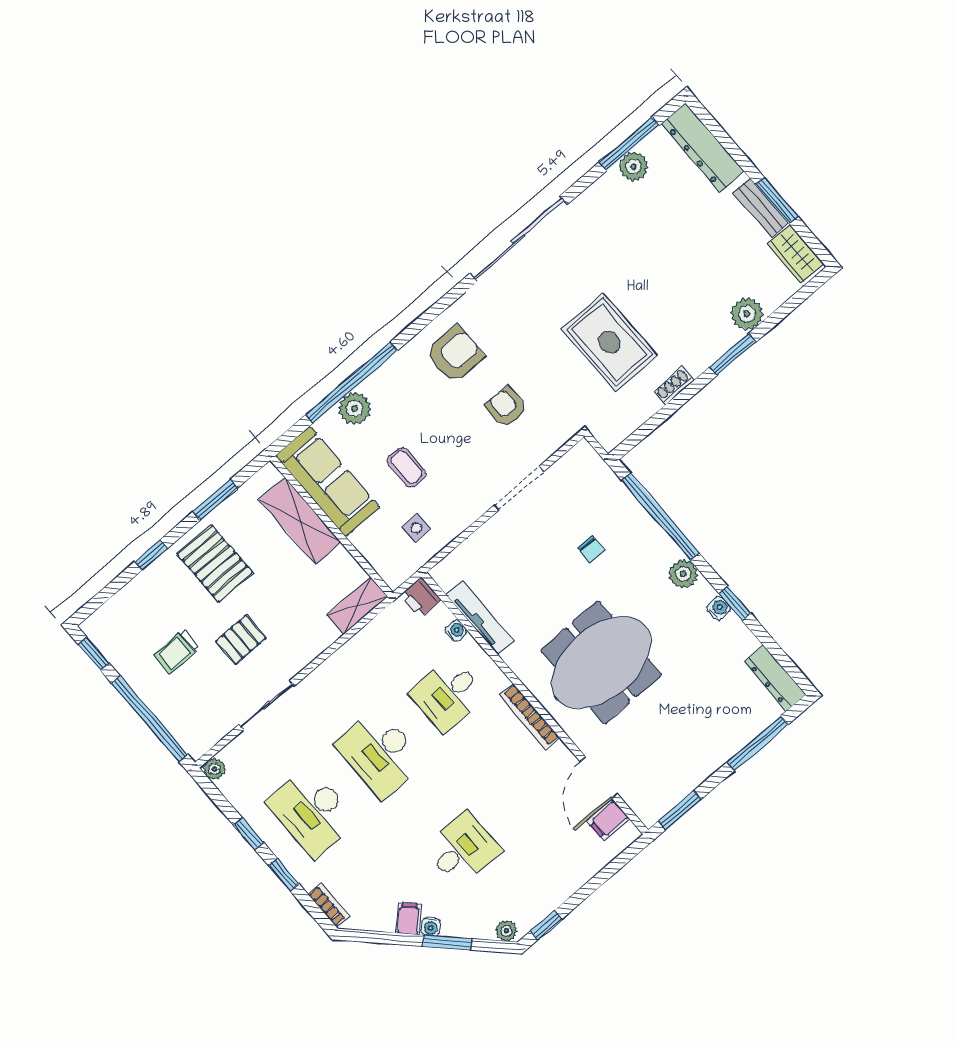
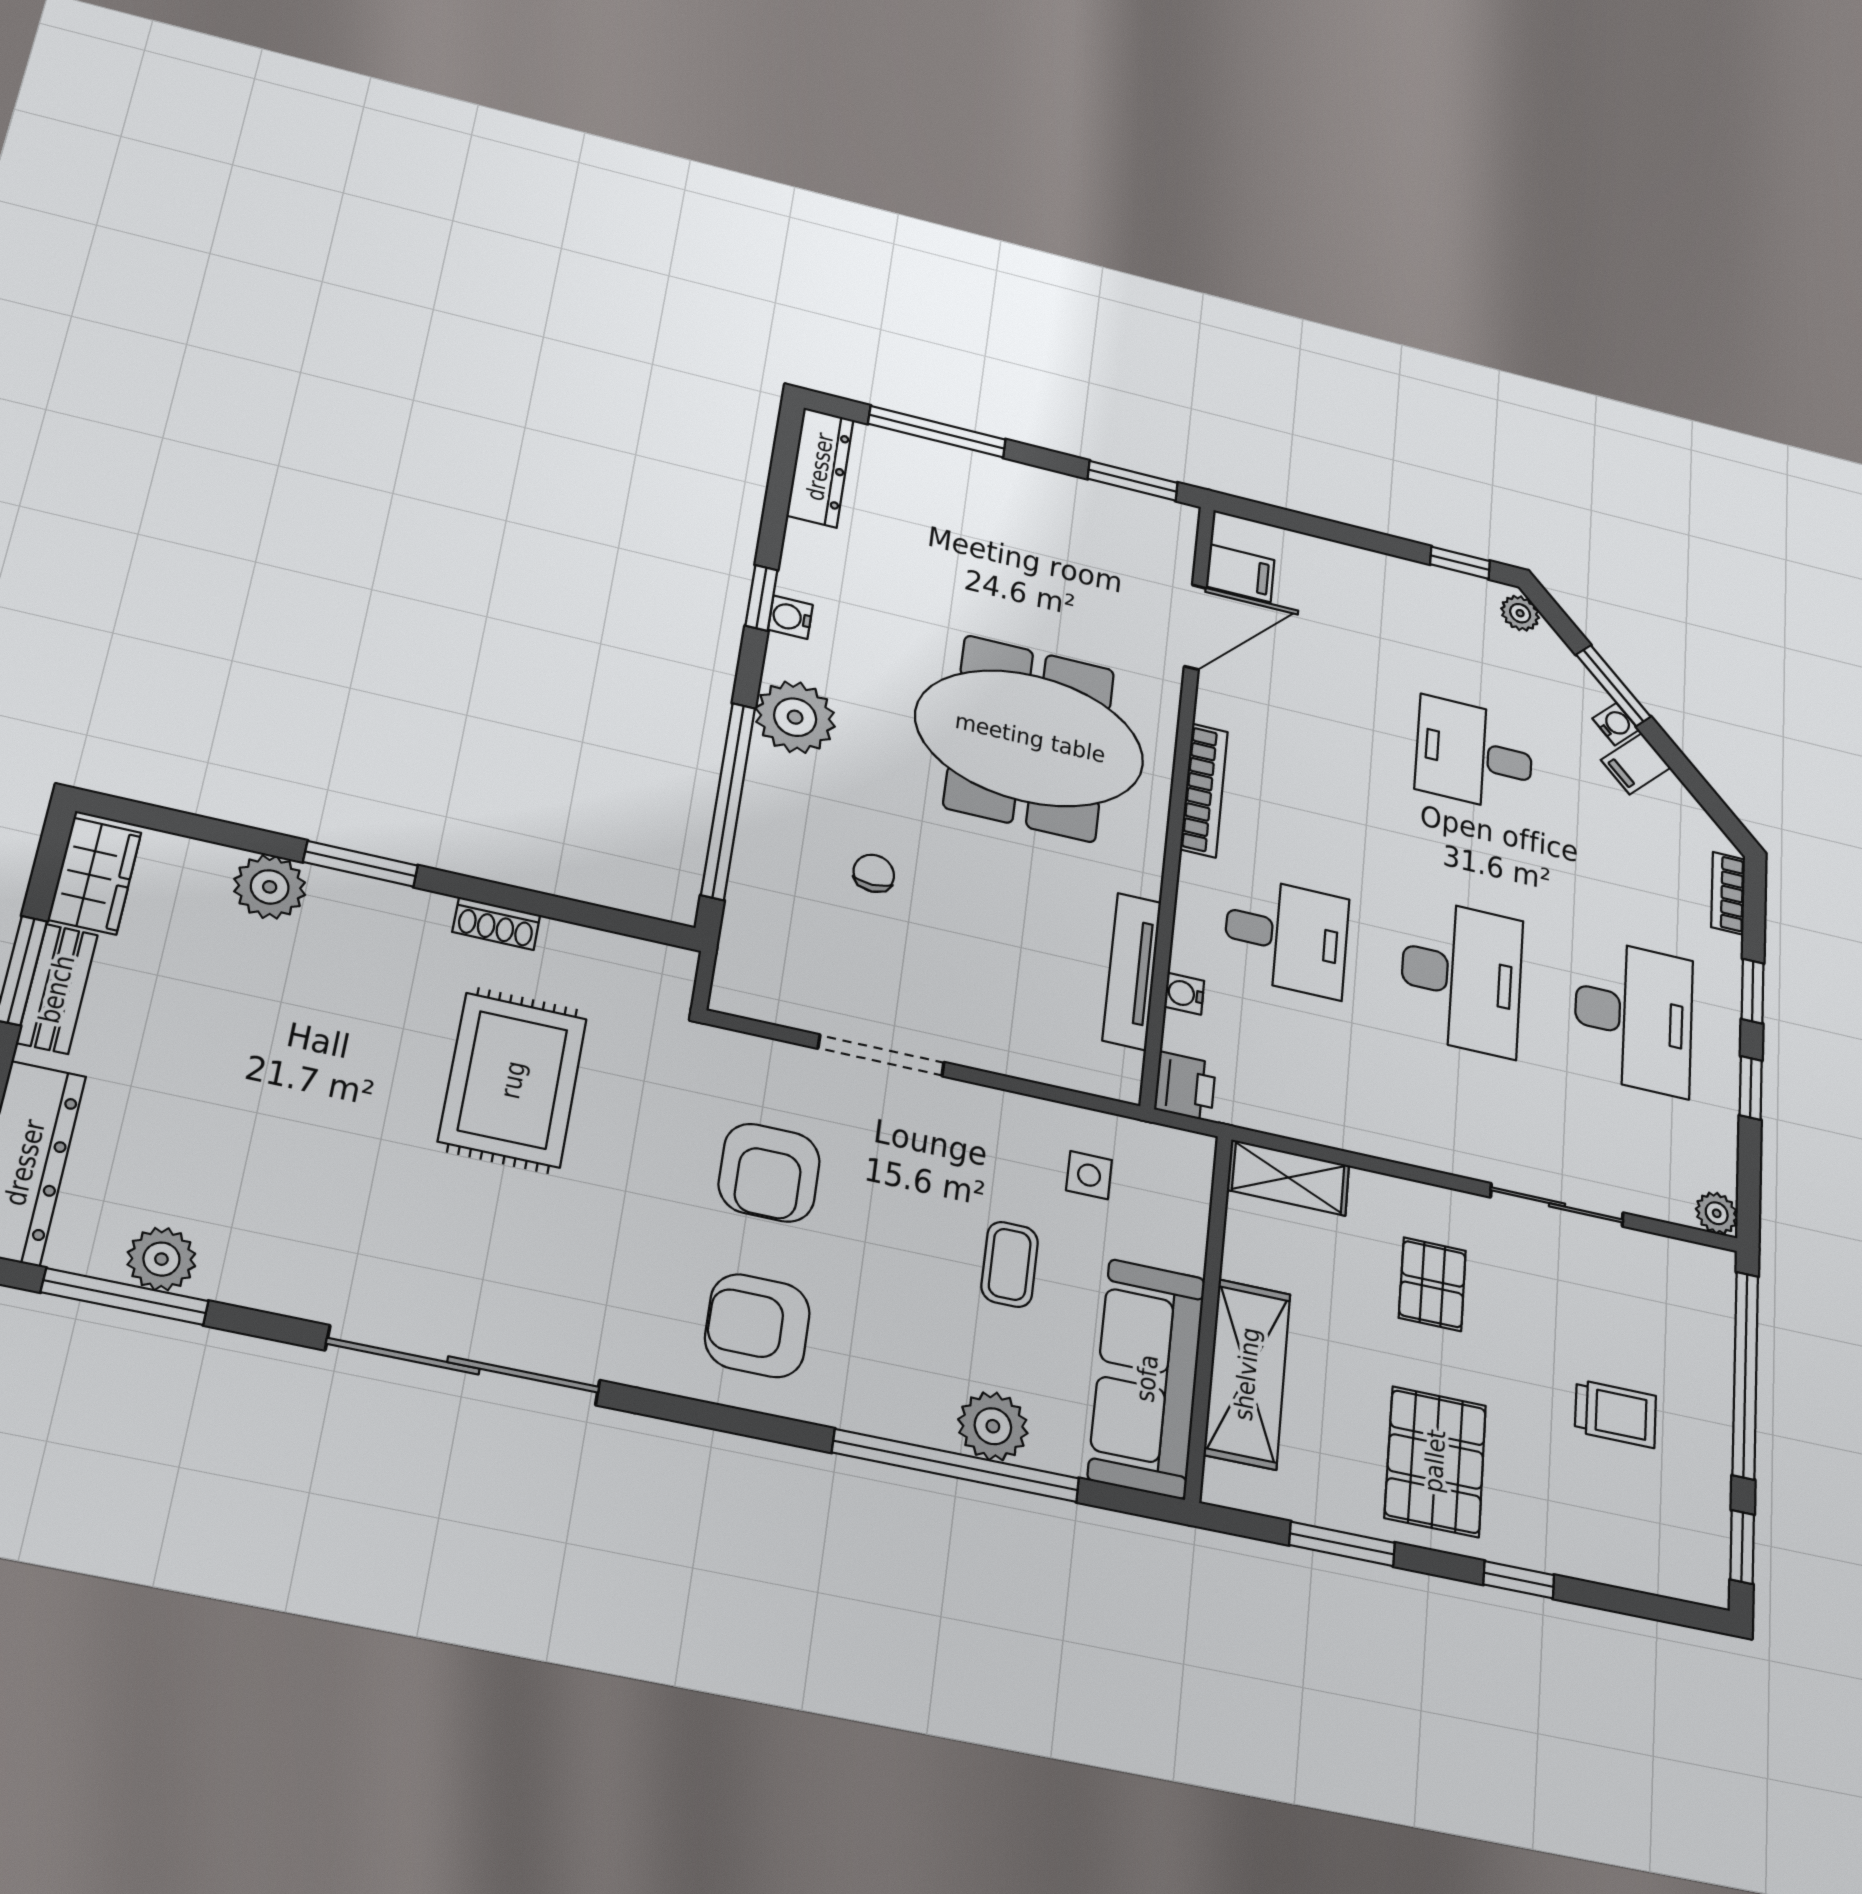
armchair: (506, 407) -> (769, 1173), width x1.38, depth x1.38
plant: (683, 574) -> (795, 717), width x1.36, depth x1.36
pallet: (241, 640) -> (1432, 1284), moved, turned 90

